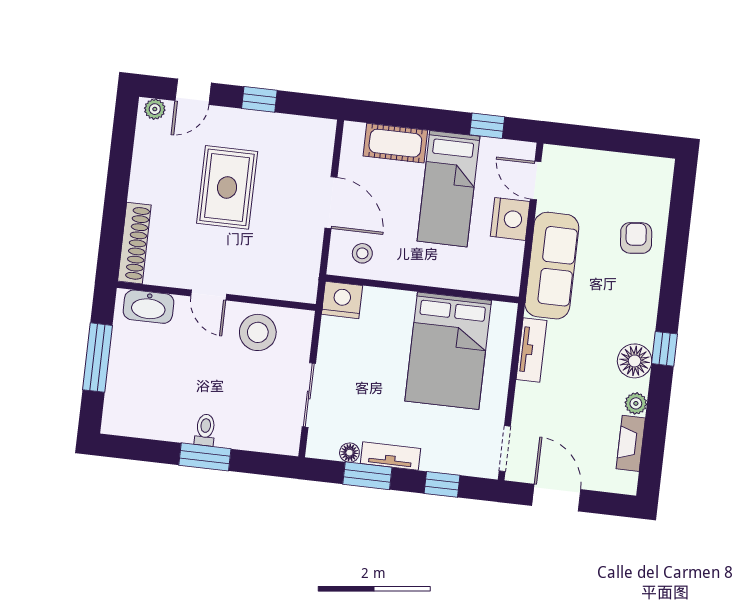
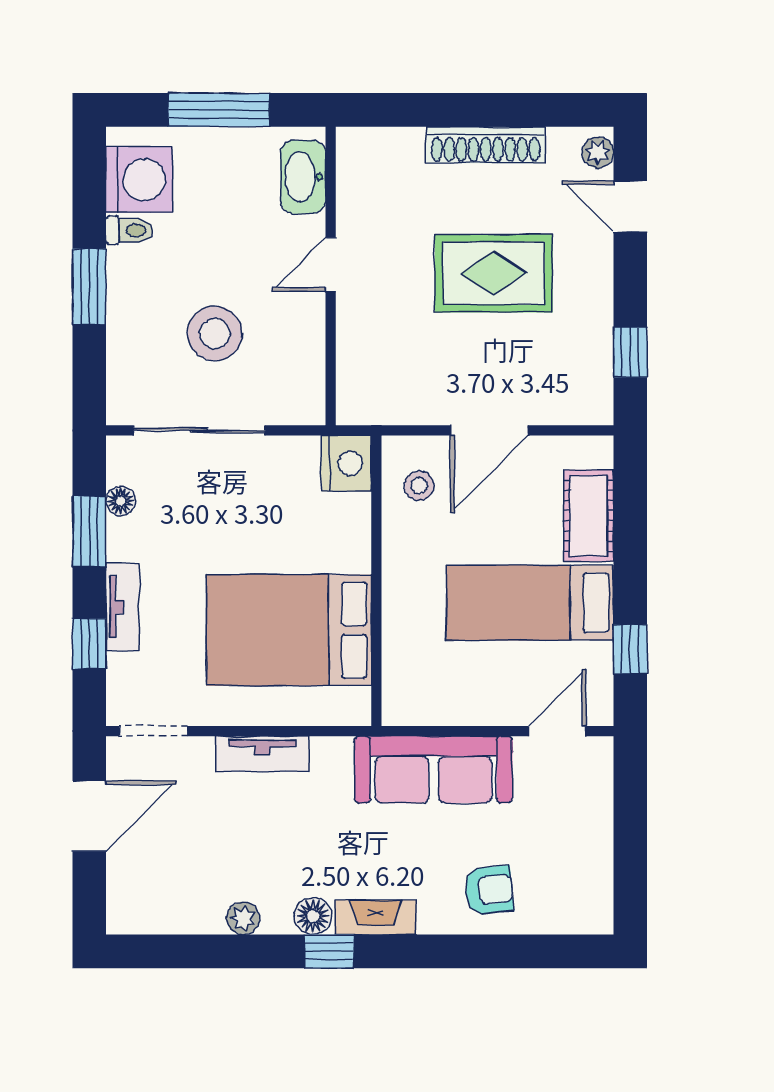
window: (259, 99) -> (630, 352), moved
nightstand: (510, 219) -> (496, 700), removed
shoe rack: (134, 243) -> (486, 145), moved
stool: (258, 332) -> (215, 333), moved
tv unit: (531, 350) -> (262, 754), moved
floor lamp: (635, 361) -> (313, 916), width x0.73, depth x0.73
sliding door: (309, 395) -> (199, 430), width x1.37
washing machine: (138, 416) -> (139, 180), added
toilet: (205, 430) -> (129, 230), moved
fireplace: (631, 443) -> (376, 917), moved
tv unit: (390, 456) -> (123, 607), moved

